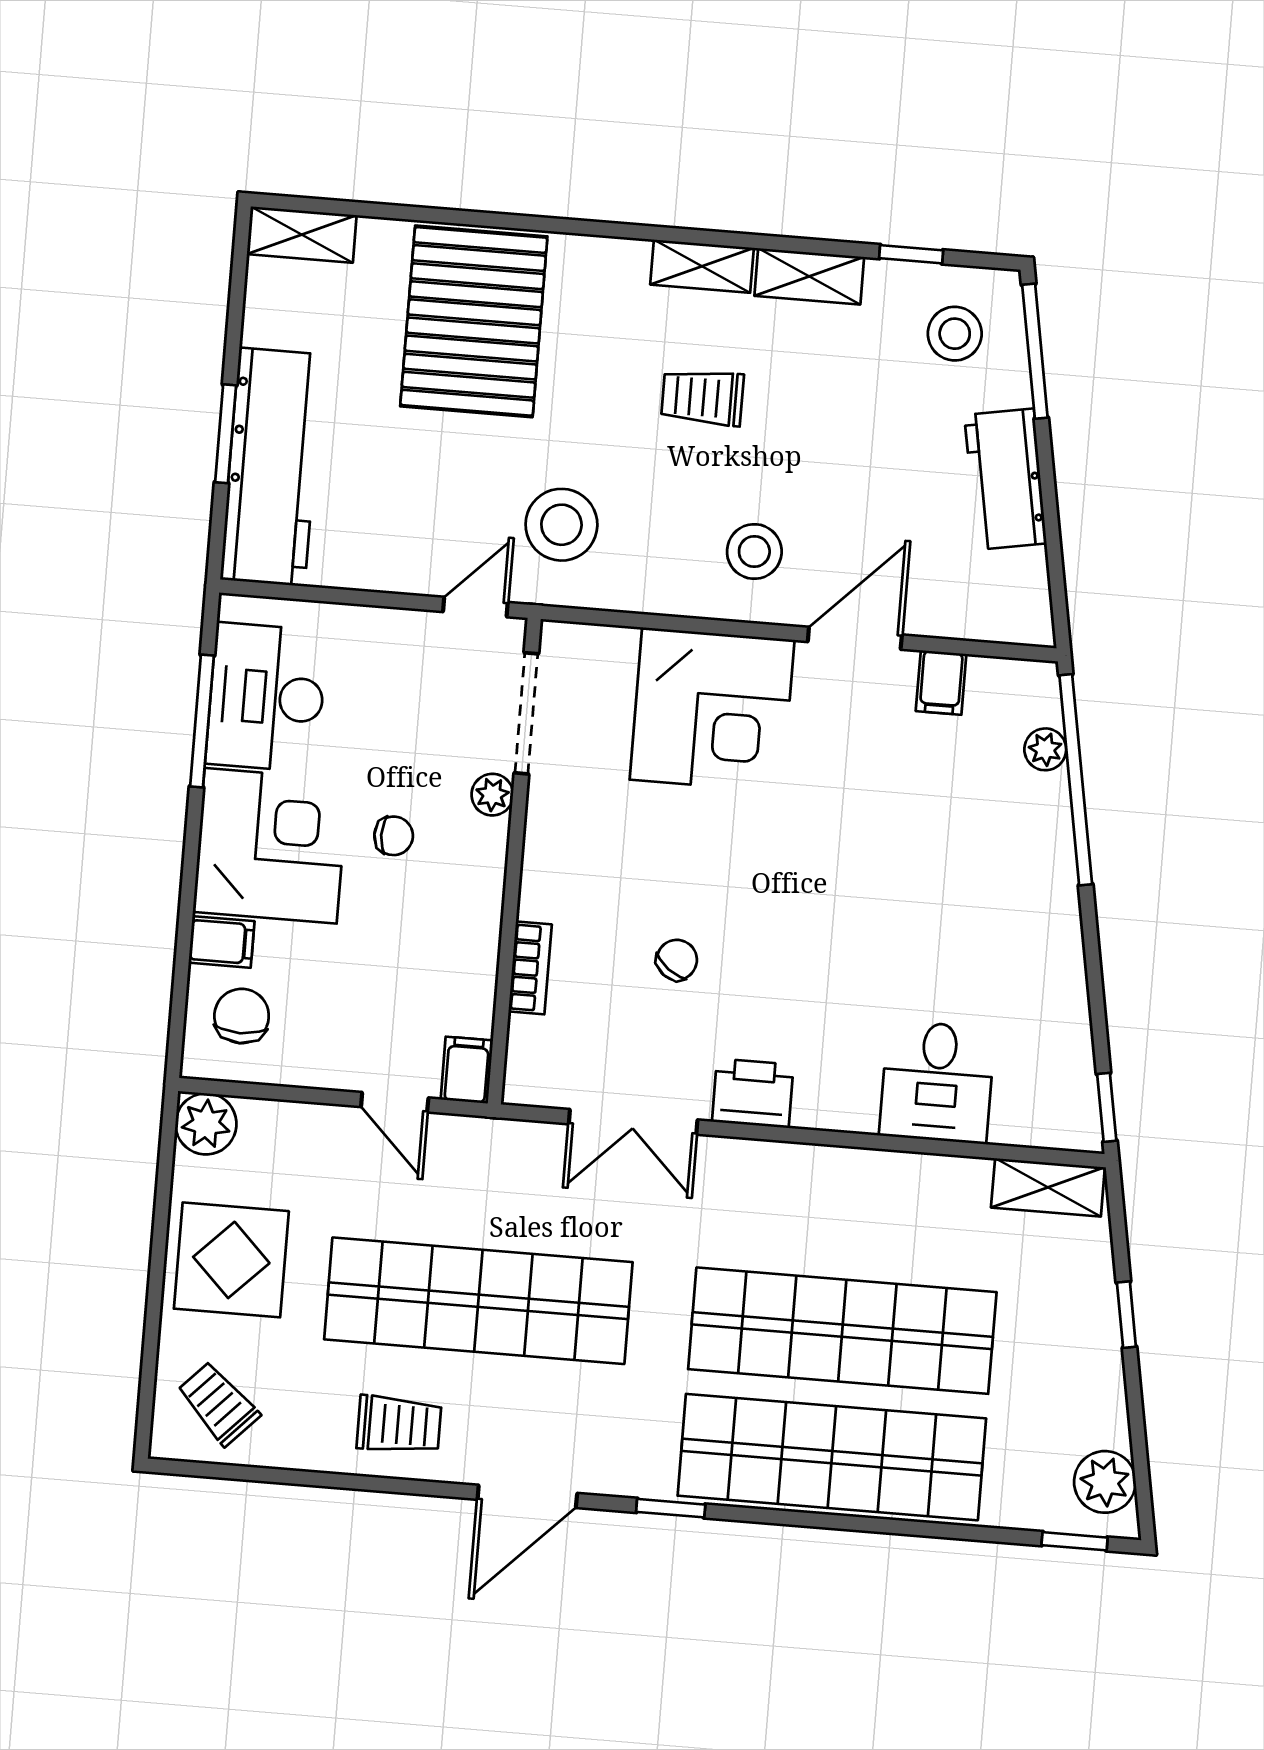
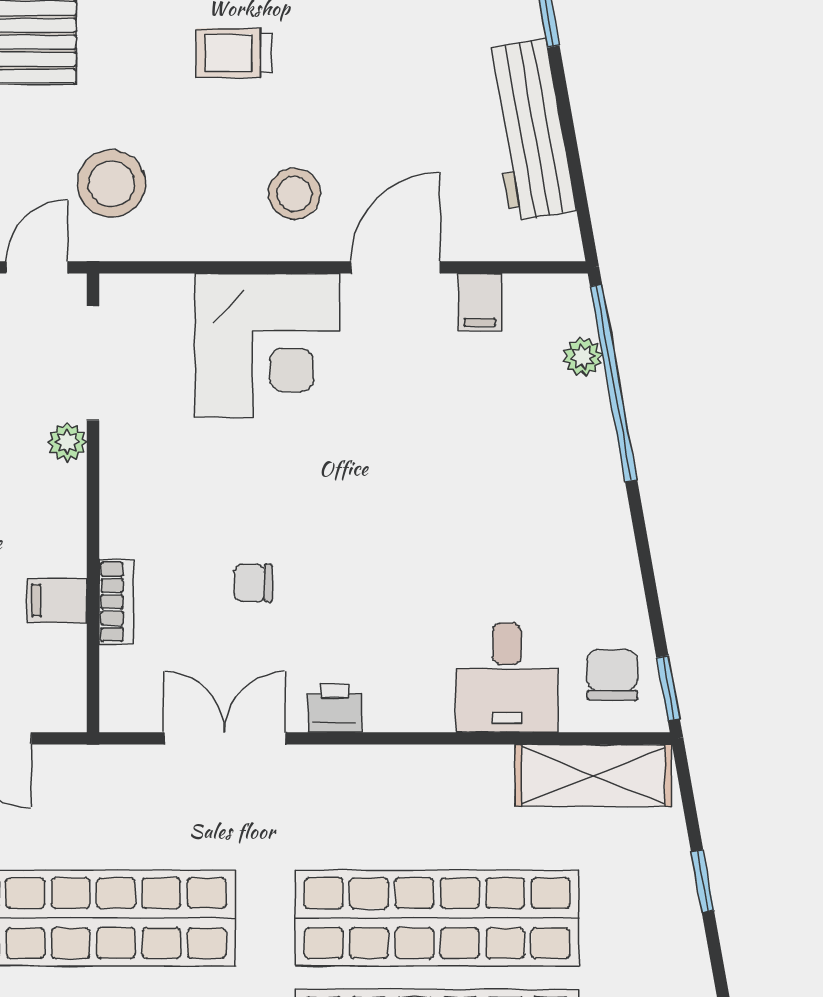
workbench: (1005, 479) -> (529, 130), width x1.38
chair: (677, 960) -> (253, 583), turned -127
filing cabinet: (467, 1070) -> (57, 600), moved, turned -90
chair: (1049, 1089) -> (612, 675), added
printer: (753, 1093) -> (335, 708), width x0.73, depth x0.81
double door: (633, 1122) -> (225, 738), swing flipped
shelving: (1048, 1187) -> (593, 776), width x1.50, depth x1.33

